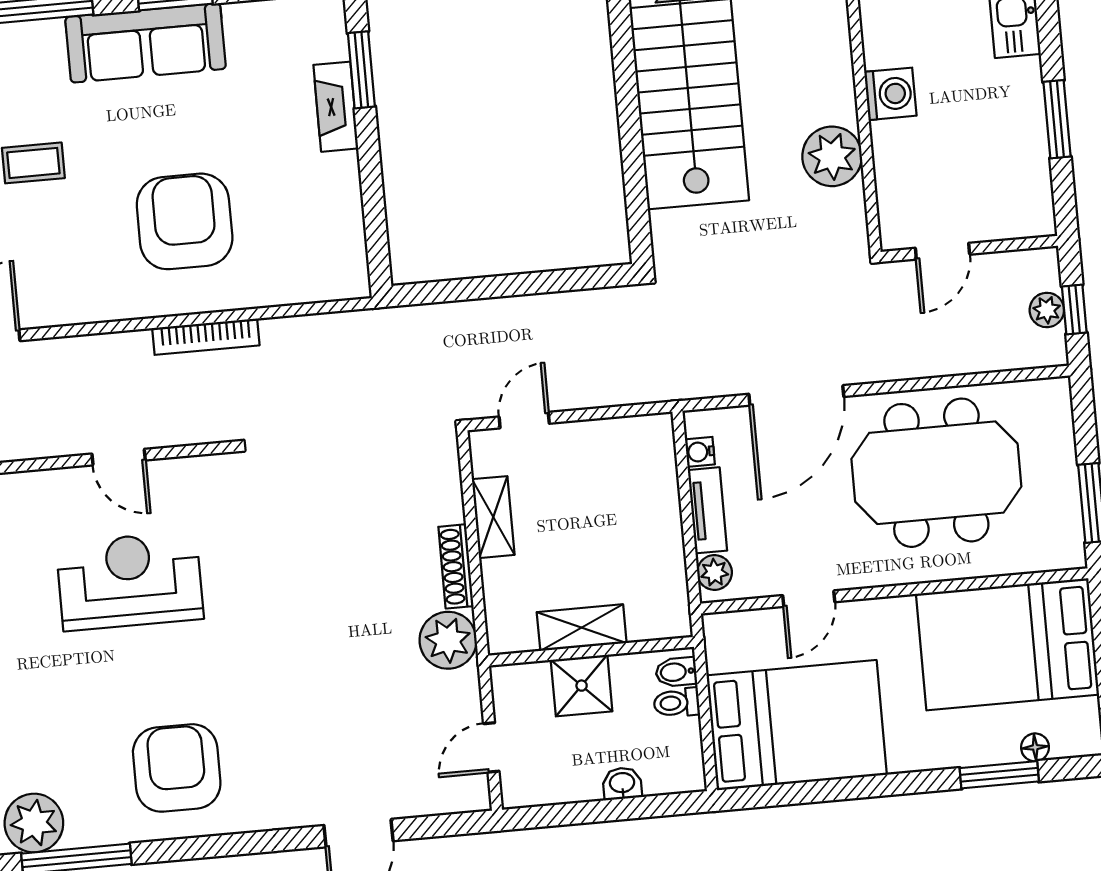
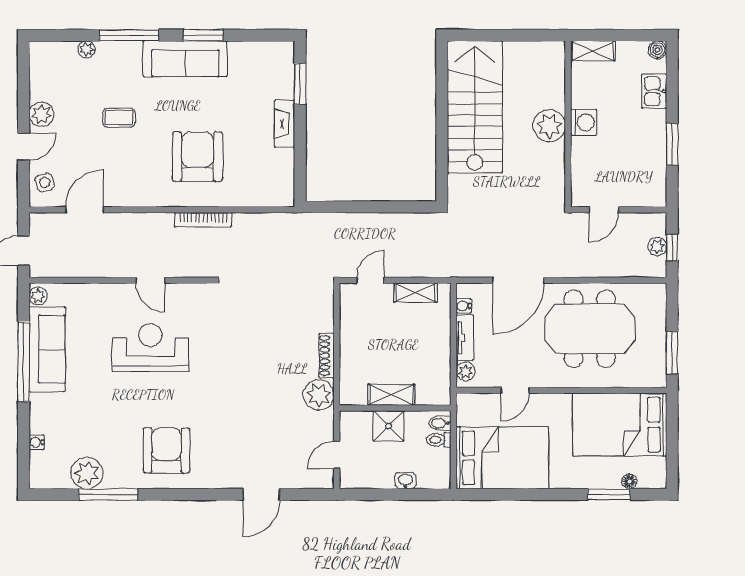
fireplace: (336, 107) -> (284, 124), moved
plant: (832, 156) -> (549, 126), moved
shelving: (493, 517) -> (415, 293), moved, turned 90

